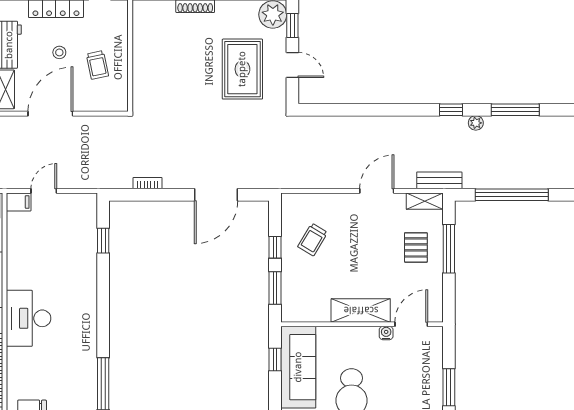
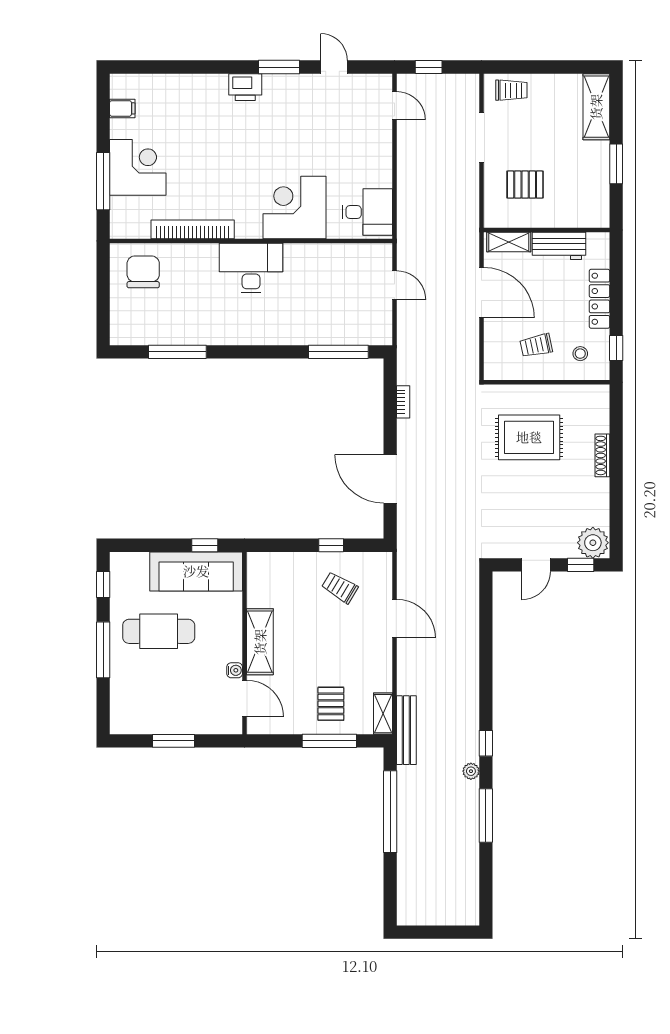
stool: (59, 52) -> (580, 354), moved
rug: (242, 69) -> (529, 437), moved
bench: (439, 180) -> (406, 730), width x1.36
door: (377, 191) -> (394, 618), moved
filing cabinet: (19, 202) -> (382, 257), removed
window: (103, 241) -> (338, 352), width x2.17
pallet: (416, 247) -> (331, 704), turned 90
window: (275, 288) -> (285, 545), removed

